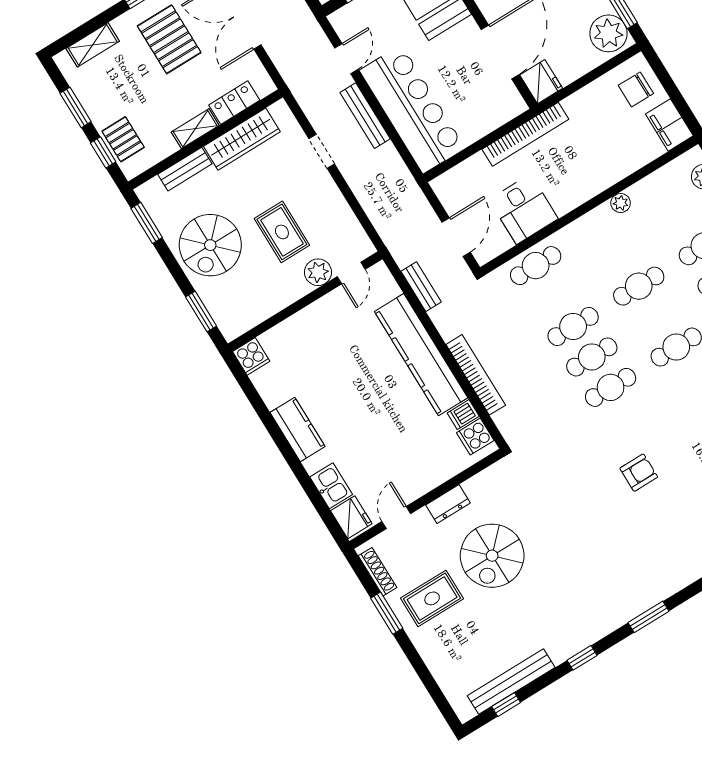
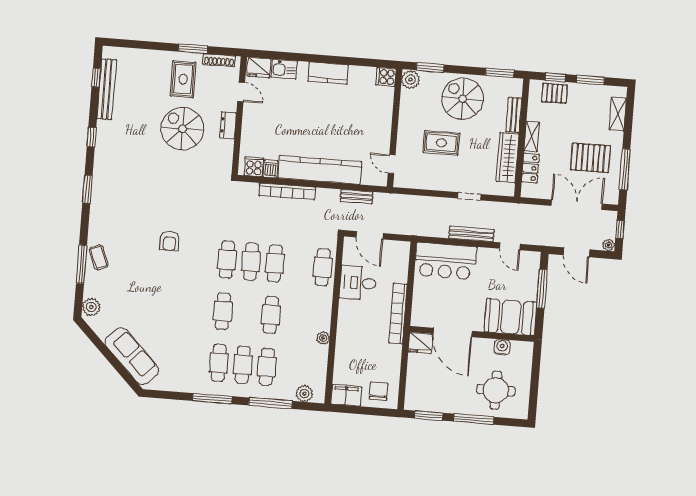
plant: (609, 33) -> (420, 399), removed
bar counter: (412, 109) -> (445, 261), width x0.73
plant: (318, 272) -> (410, 80), moved

